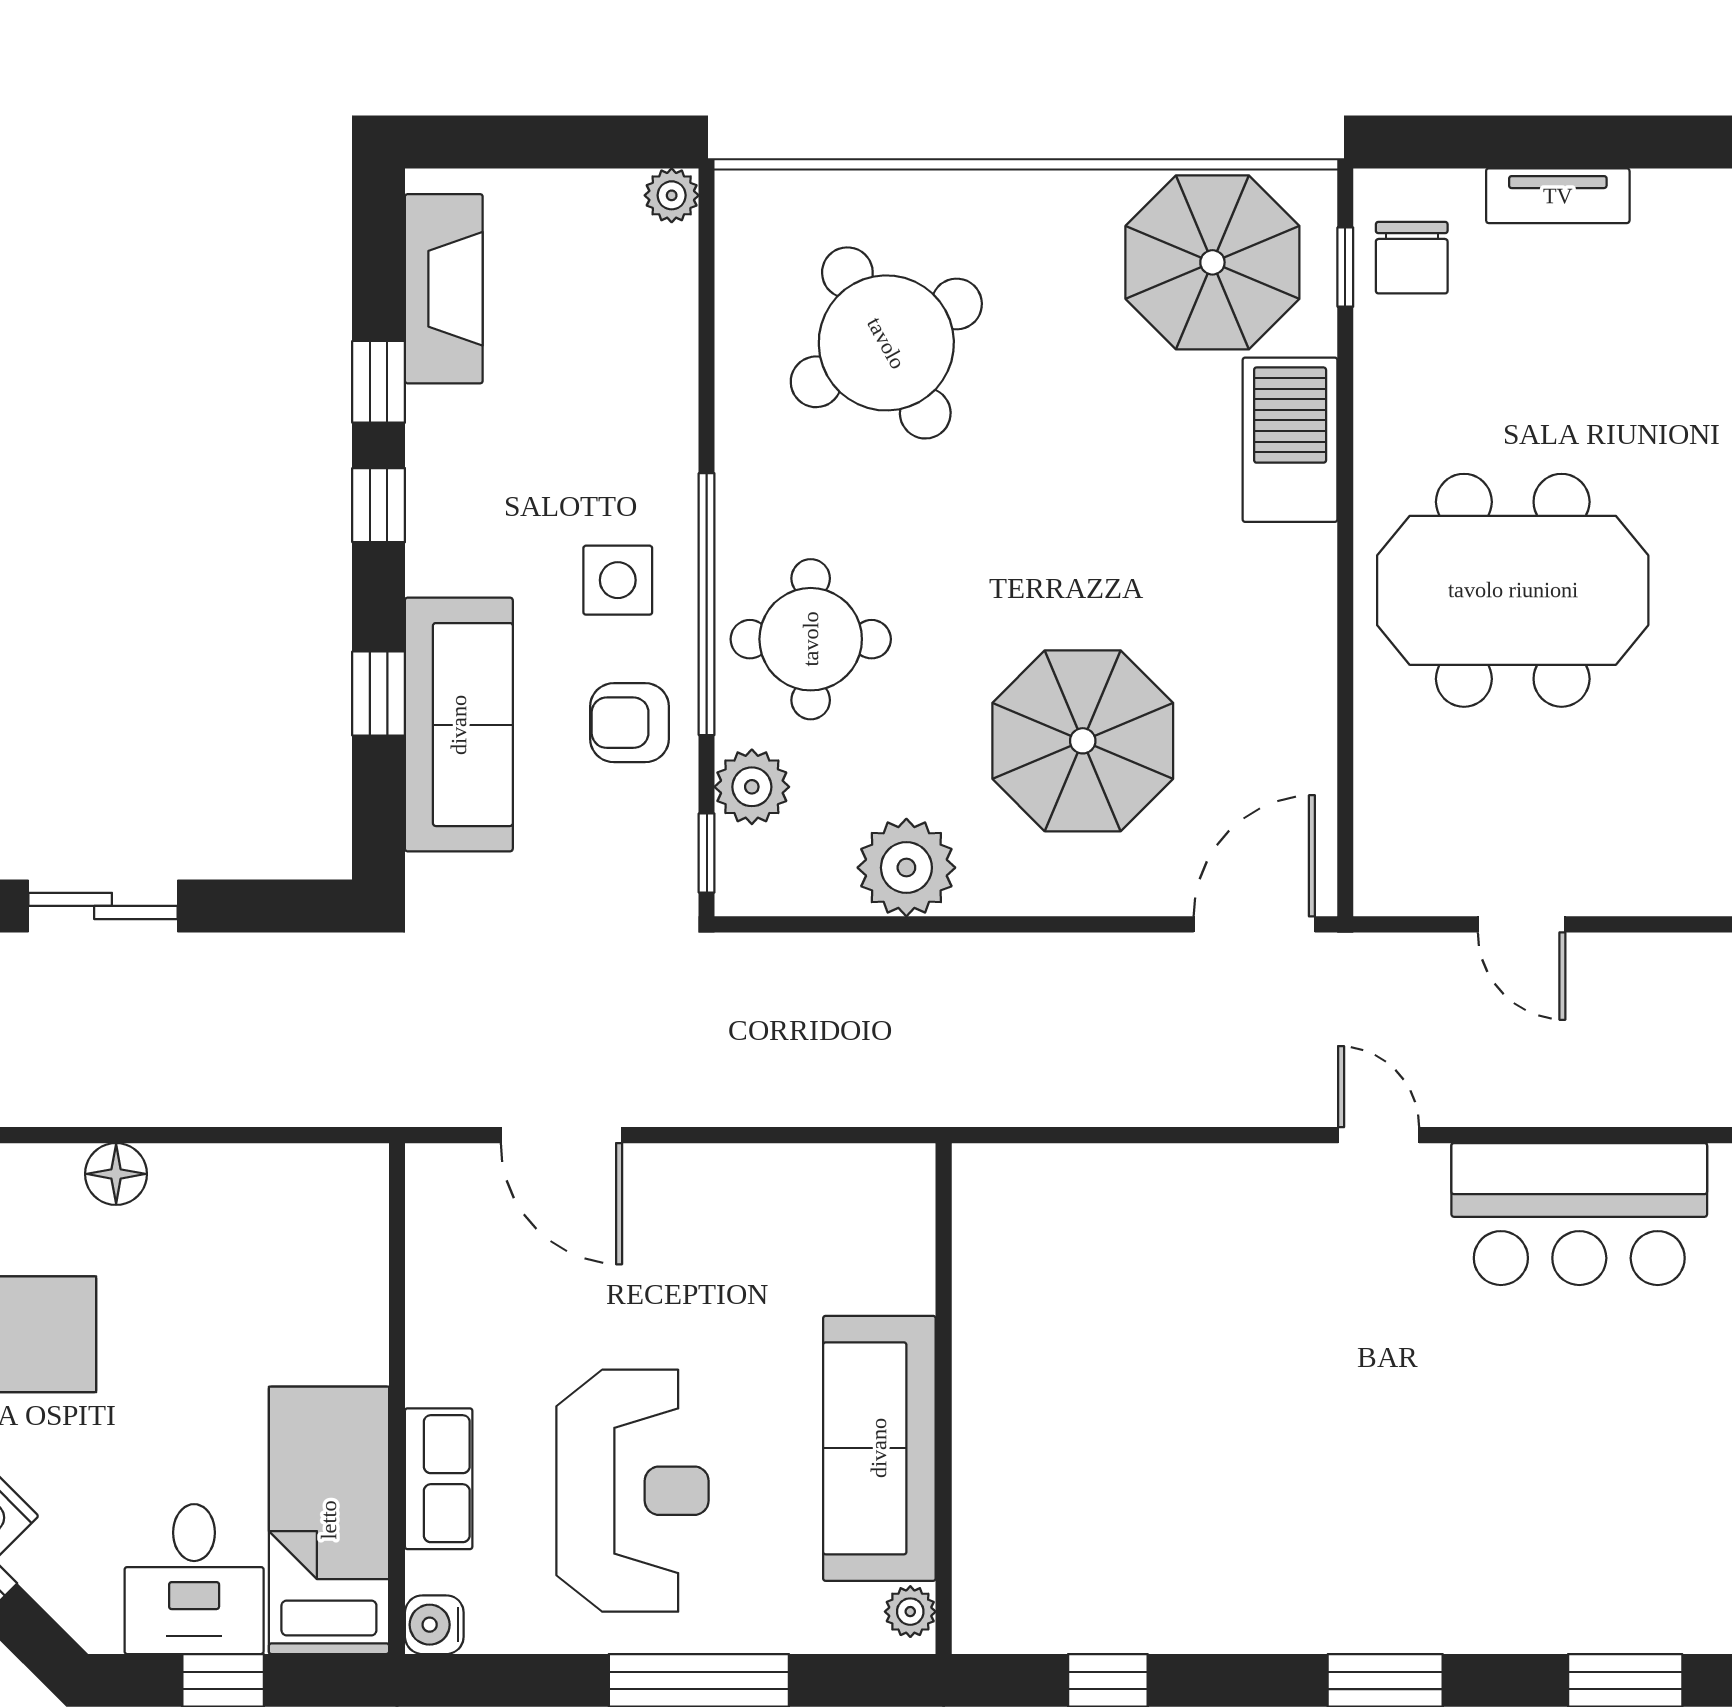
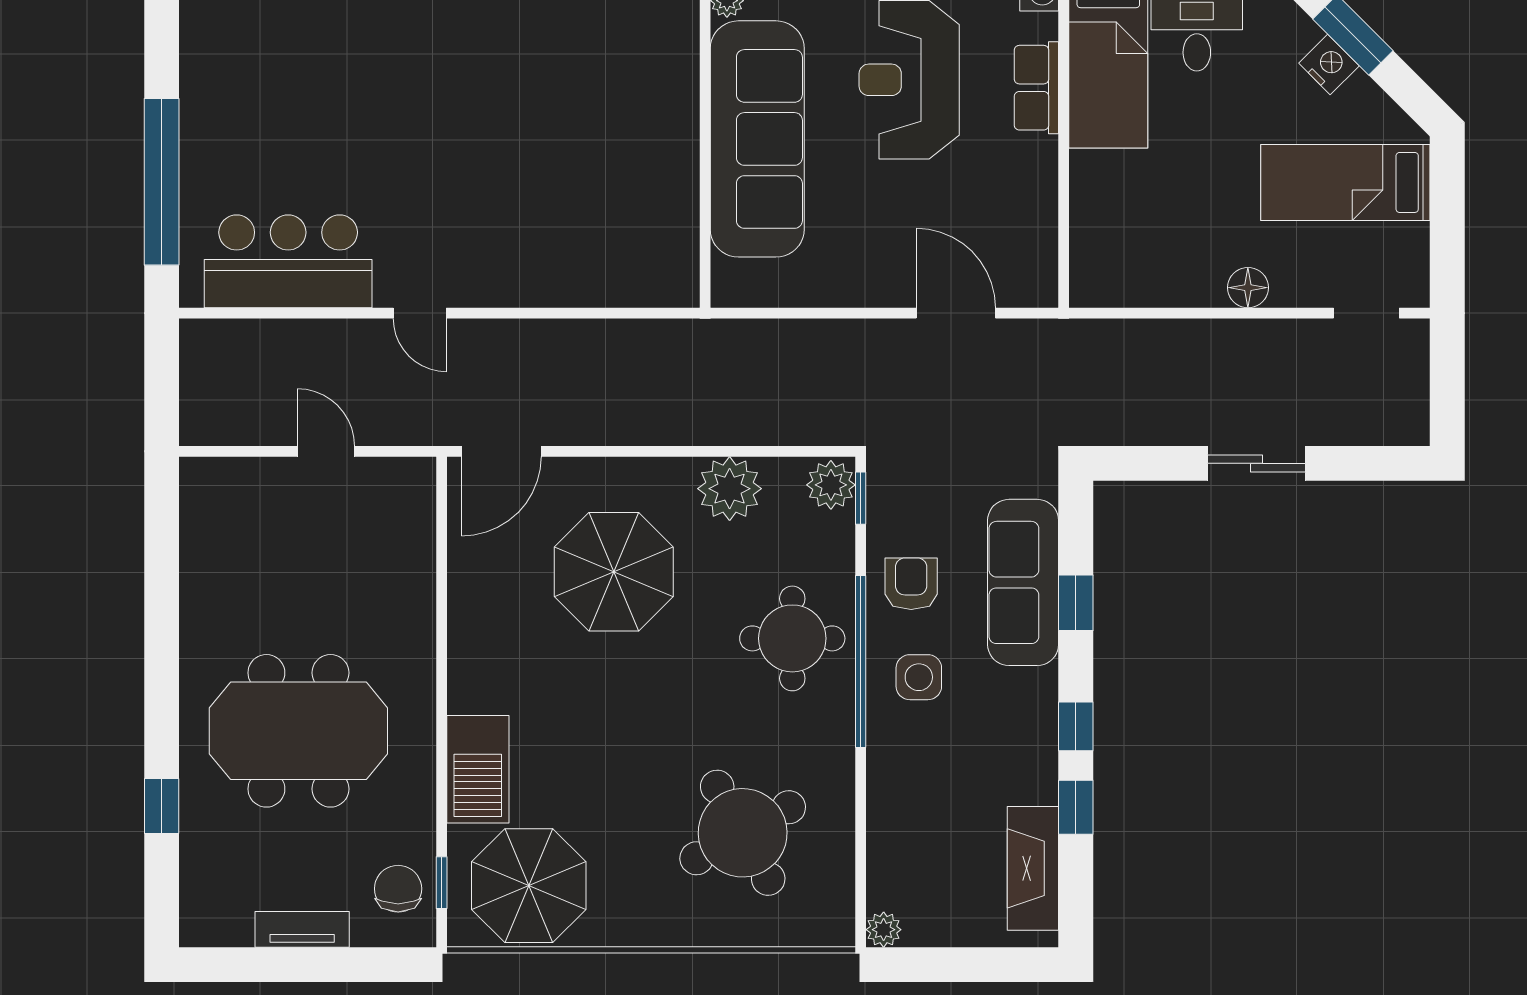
meeting table: (1513, 590) -> (298, 731), moved
armchair: (630, 723) -> (911, 584), turned -90
plant: (752, 787) -> (831, 485), moved
sofa: (879, 1448) -> (757, 139), width x1.36, depth x1.27

